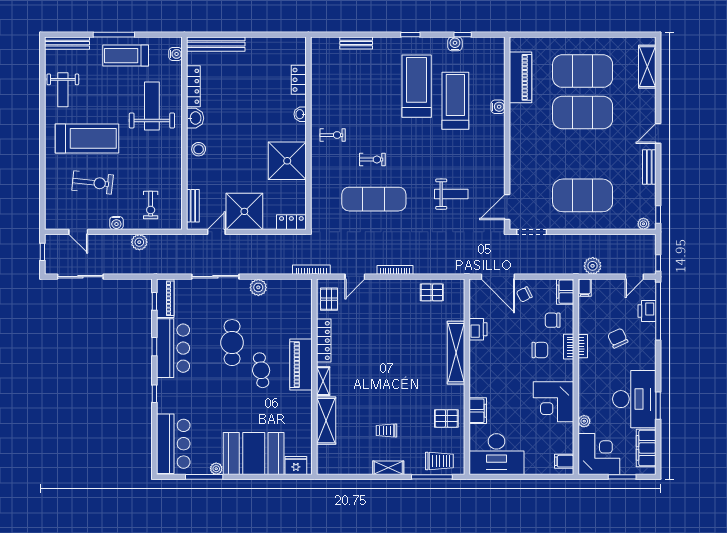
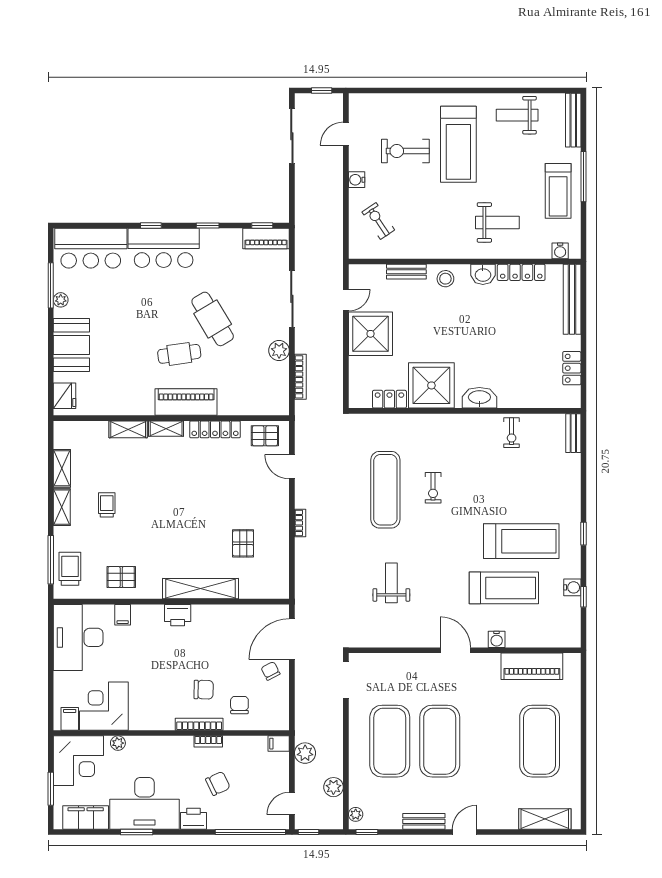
bench: (356, 43) -> (573, 433), moved
treadmill: (126, 56) -> (558, 191), turned 180
locker: (299, 80) -> (572, 368), moved, turned -90
weight bench: (152, 106) -> (497, 222), width x0.73, depth x0.75
exercise mat: (583, 113) -> (440, 741), moved
washbasin: (300, 114) -> (479, 398), width x1.91, depth x1.45
door: (658, 133) -> (464, 832), hinge flipped
exercise bike: (333, 135) -> (512, 433), moved
exercise bike: (93, 183) -> (405, 151), turned 84
weight bench: (451, 194) -> (391, 583), turned 180
exercise bike: (151, 205) -> (378, 221), turned 56
bench: (193, 206) -> (406, 272), moved
door: (507, 207) -> (455, 650), moved
locker: (291, 222) -> (389, 399), moved, turned -90
door: (216, 232) -> (346, 300), hinge flipped
plant: (139, 242) -> (333, 787), moved
bookcase: (311, 270) -> (300, 377), moved
bookcase: (395, 270) -> (300, 523), width x0.64
door: (634, 277) -> (292, 804), hinge flipped
pallet: (432, 292) -> (243, 543), moved
filing cabinet: (565, 292) -> (274, 720), removed
printer: (647, 311) -> (194, 819), moved
printer: (478, 329) -> (178, 615), moved
cafe table: (232, 343) -> (213, 319), turned 59
bookcase: (569, 347) -> (199, 724), width x1.56
bar counter: (173, 348) -> (164, 248), moved
chair: (540, 350) -> (204, 690), turned -89
corner desk: (554, 402) -> (104, 706), moved
filing cabinet: (478, 411) -> (123, 615), width x0.50
pallet: (446, 418) -> (121, 577), turned 90
shelving: (326, 421) -> (128, 429), width x0.67, depth x0.75
booth: (254, 454) -> (71, 345), width x0.73, depth x0.70
trolley: (439, 461) -> (70, 569), turned 180
shelving: (356, 468) -> (62, 468), added

